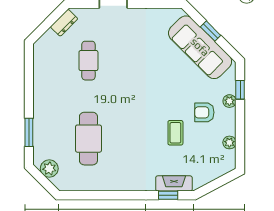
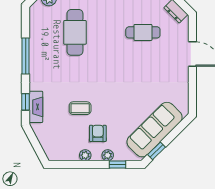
window: (211, 31) -> (156, 151), moved
cafe table: (88, 139) -> (75, 32), turned 90
plant: (229, 142) -> (85, 155), moved
window: (116, 195) -> (26, 56), added

